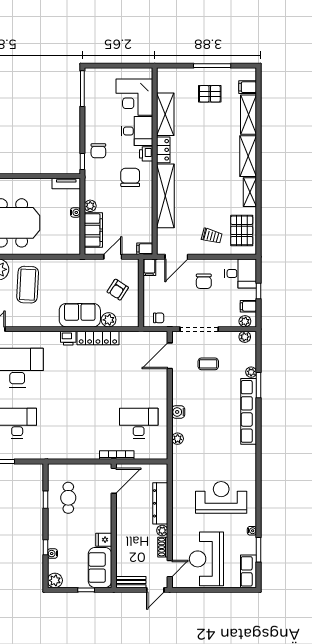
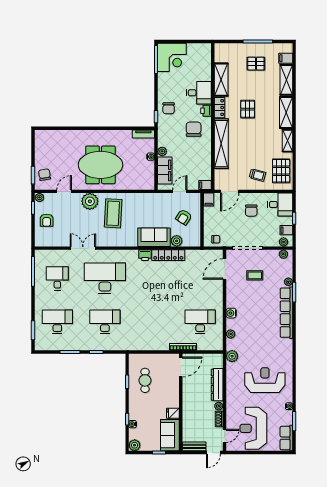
corner desk: (134, 97) -> (172, 57), moved, turned -90
pallet: (199, 152) -> (248, 109), added
plant: (179, 467) -> (232, 356), added

